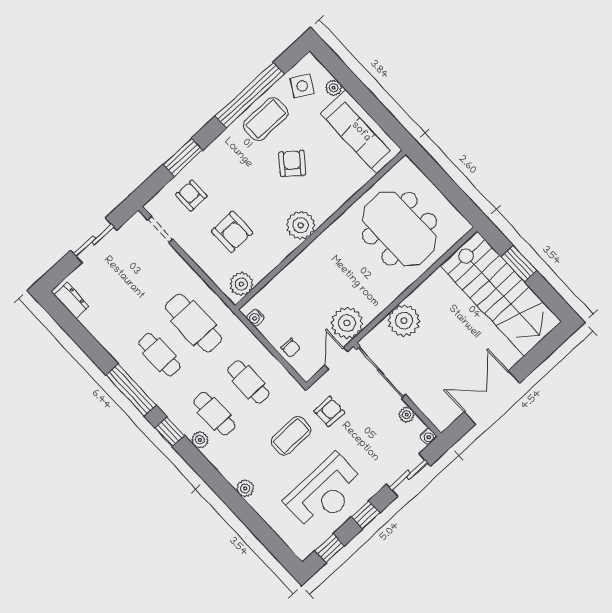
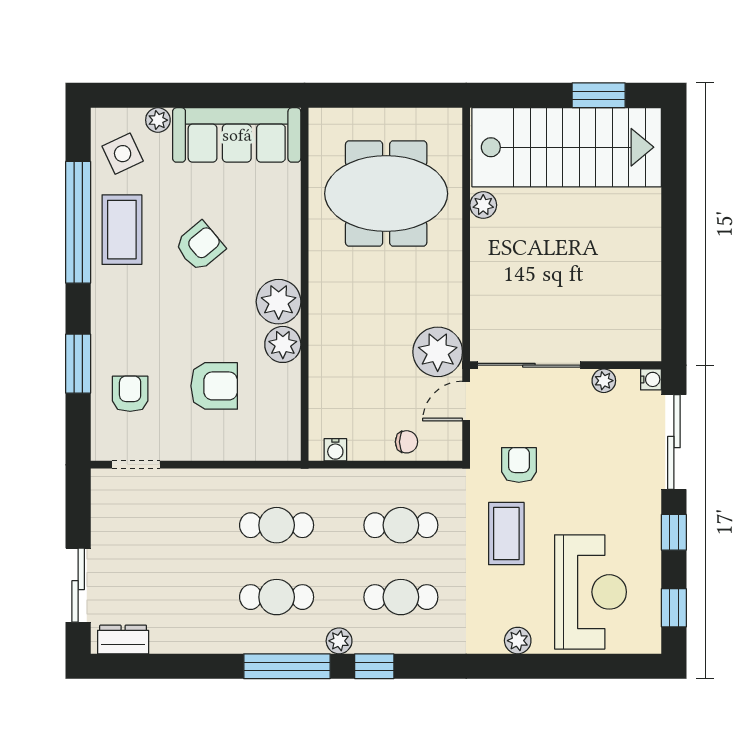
side table: (302, 86) -> (123, 154), turned 35
armchair: (292, 163) -> (200, 246), turned 101
armchair: (191, 195) -> (130, 394), turned 90
sliding door: (94, 240) -> (78, 585), moved
window: (519, 264) -> (599, 95), moved
plant: (241, 284) -> (283, 344), moved
plant: (404, 321) -> (483, 205), moved, width x0.53, depth x0.53
cafe table: (194, 323) -> (277, 525), width x0.73, depth x0.74
door: (336, 358) -> (466, 401), hinge flipped
double door: (492, 397) -> (674, 266), removed
plant: (200, 440) -> (339, 641), moved
sliding door: (408, 475) -> (674, 442), width x1.37
reception desk: (325, 493) -> (591, 592), moved

